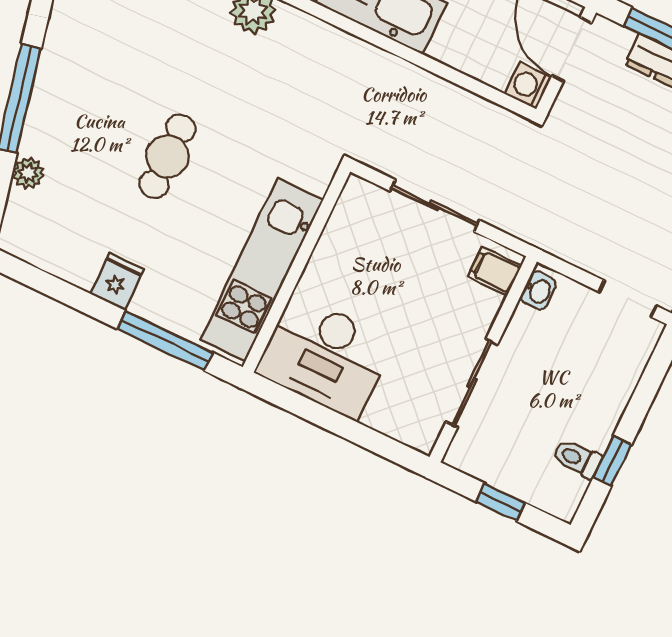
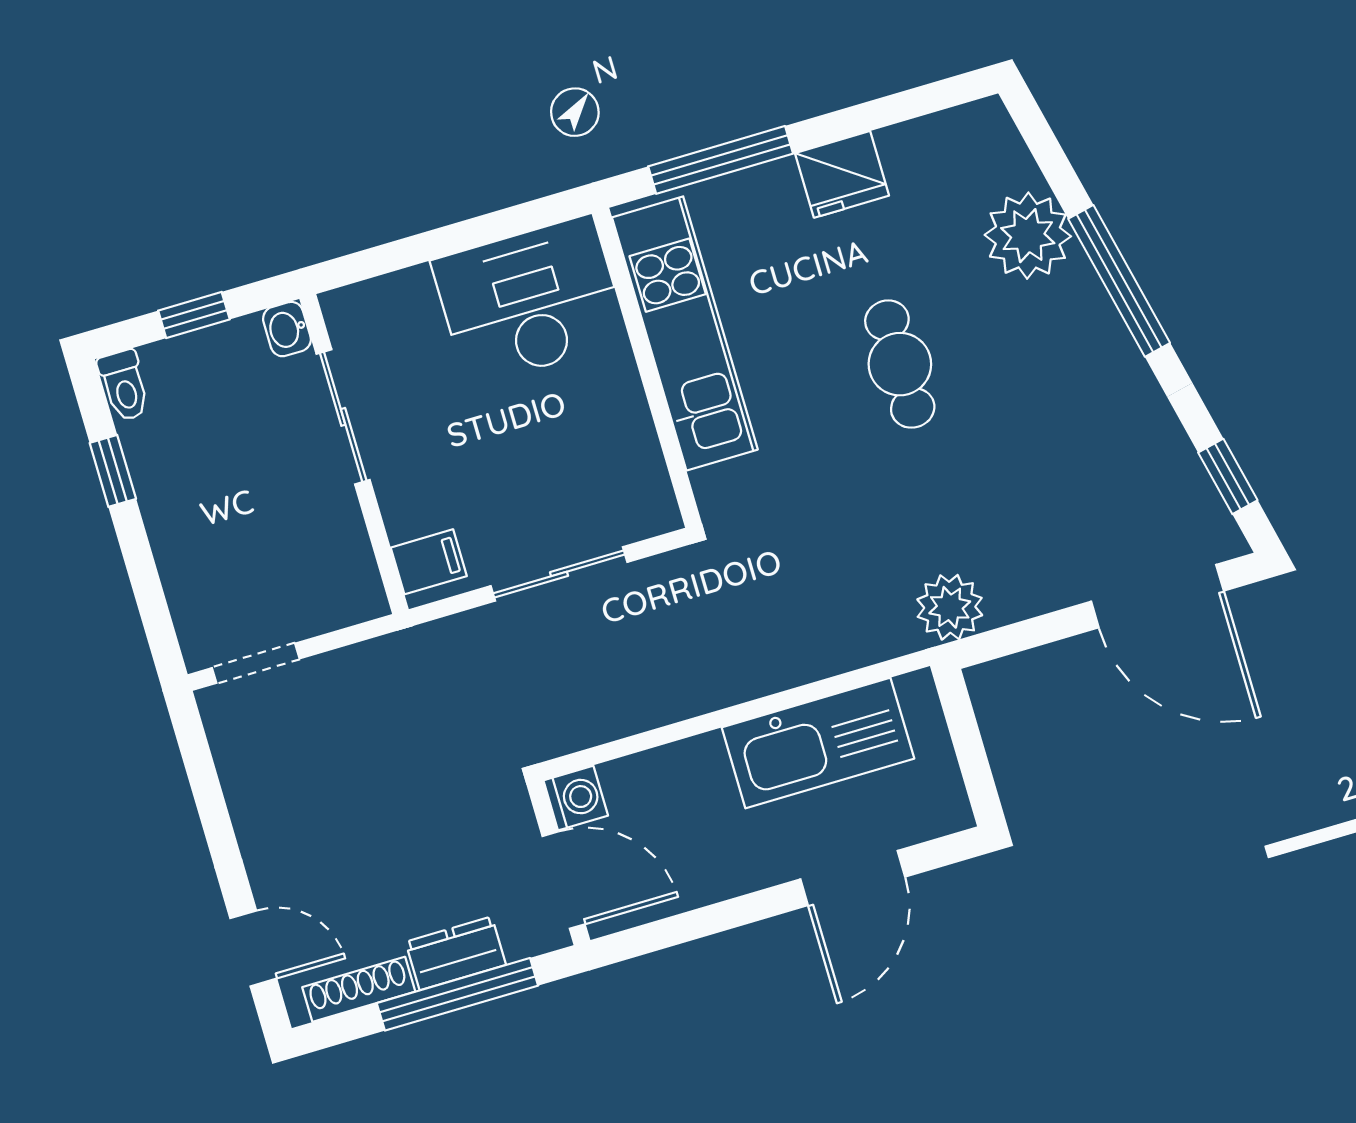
plant: (28, 173) -> (1028, 236), width x1.88, depth x1.88
fridge: (117, 281) -> (842, 174), width x1.38
washbasin: (538, 291) -> (287, 329), moved
toilet: (577, 459) -> (124, 385), moved, turned 90

